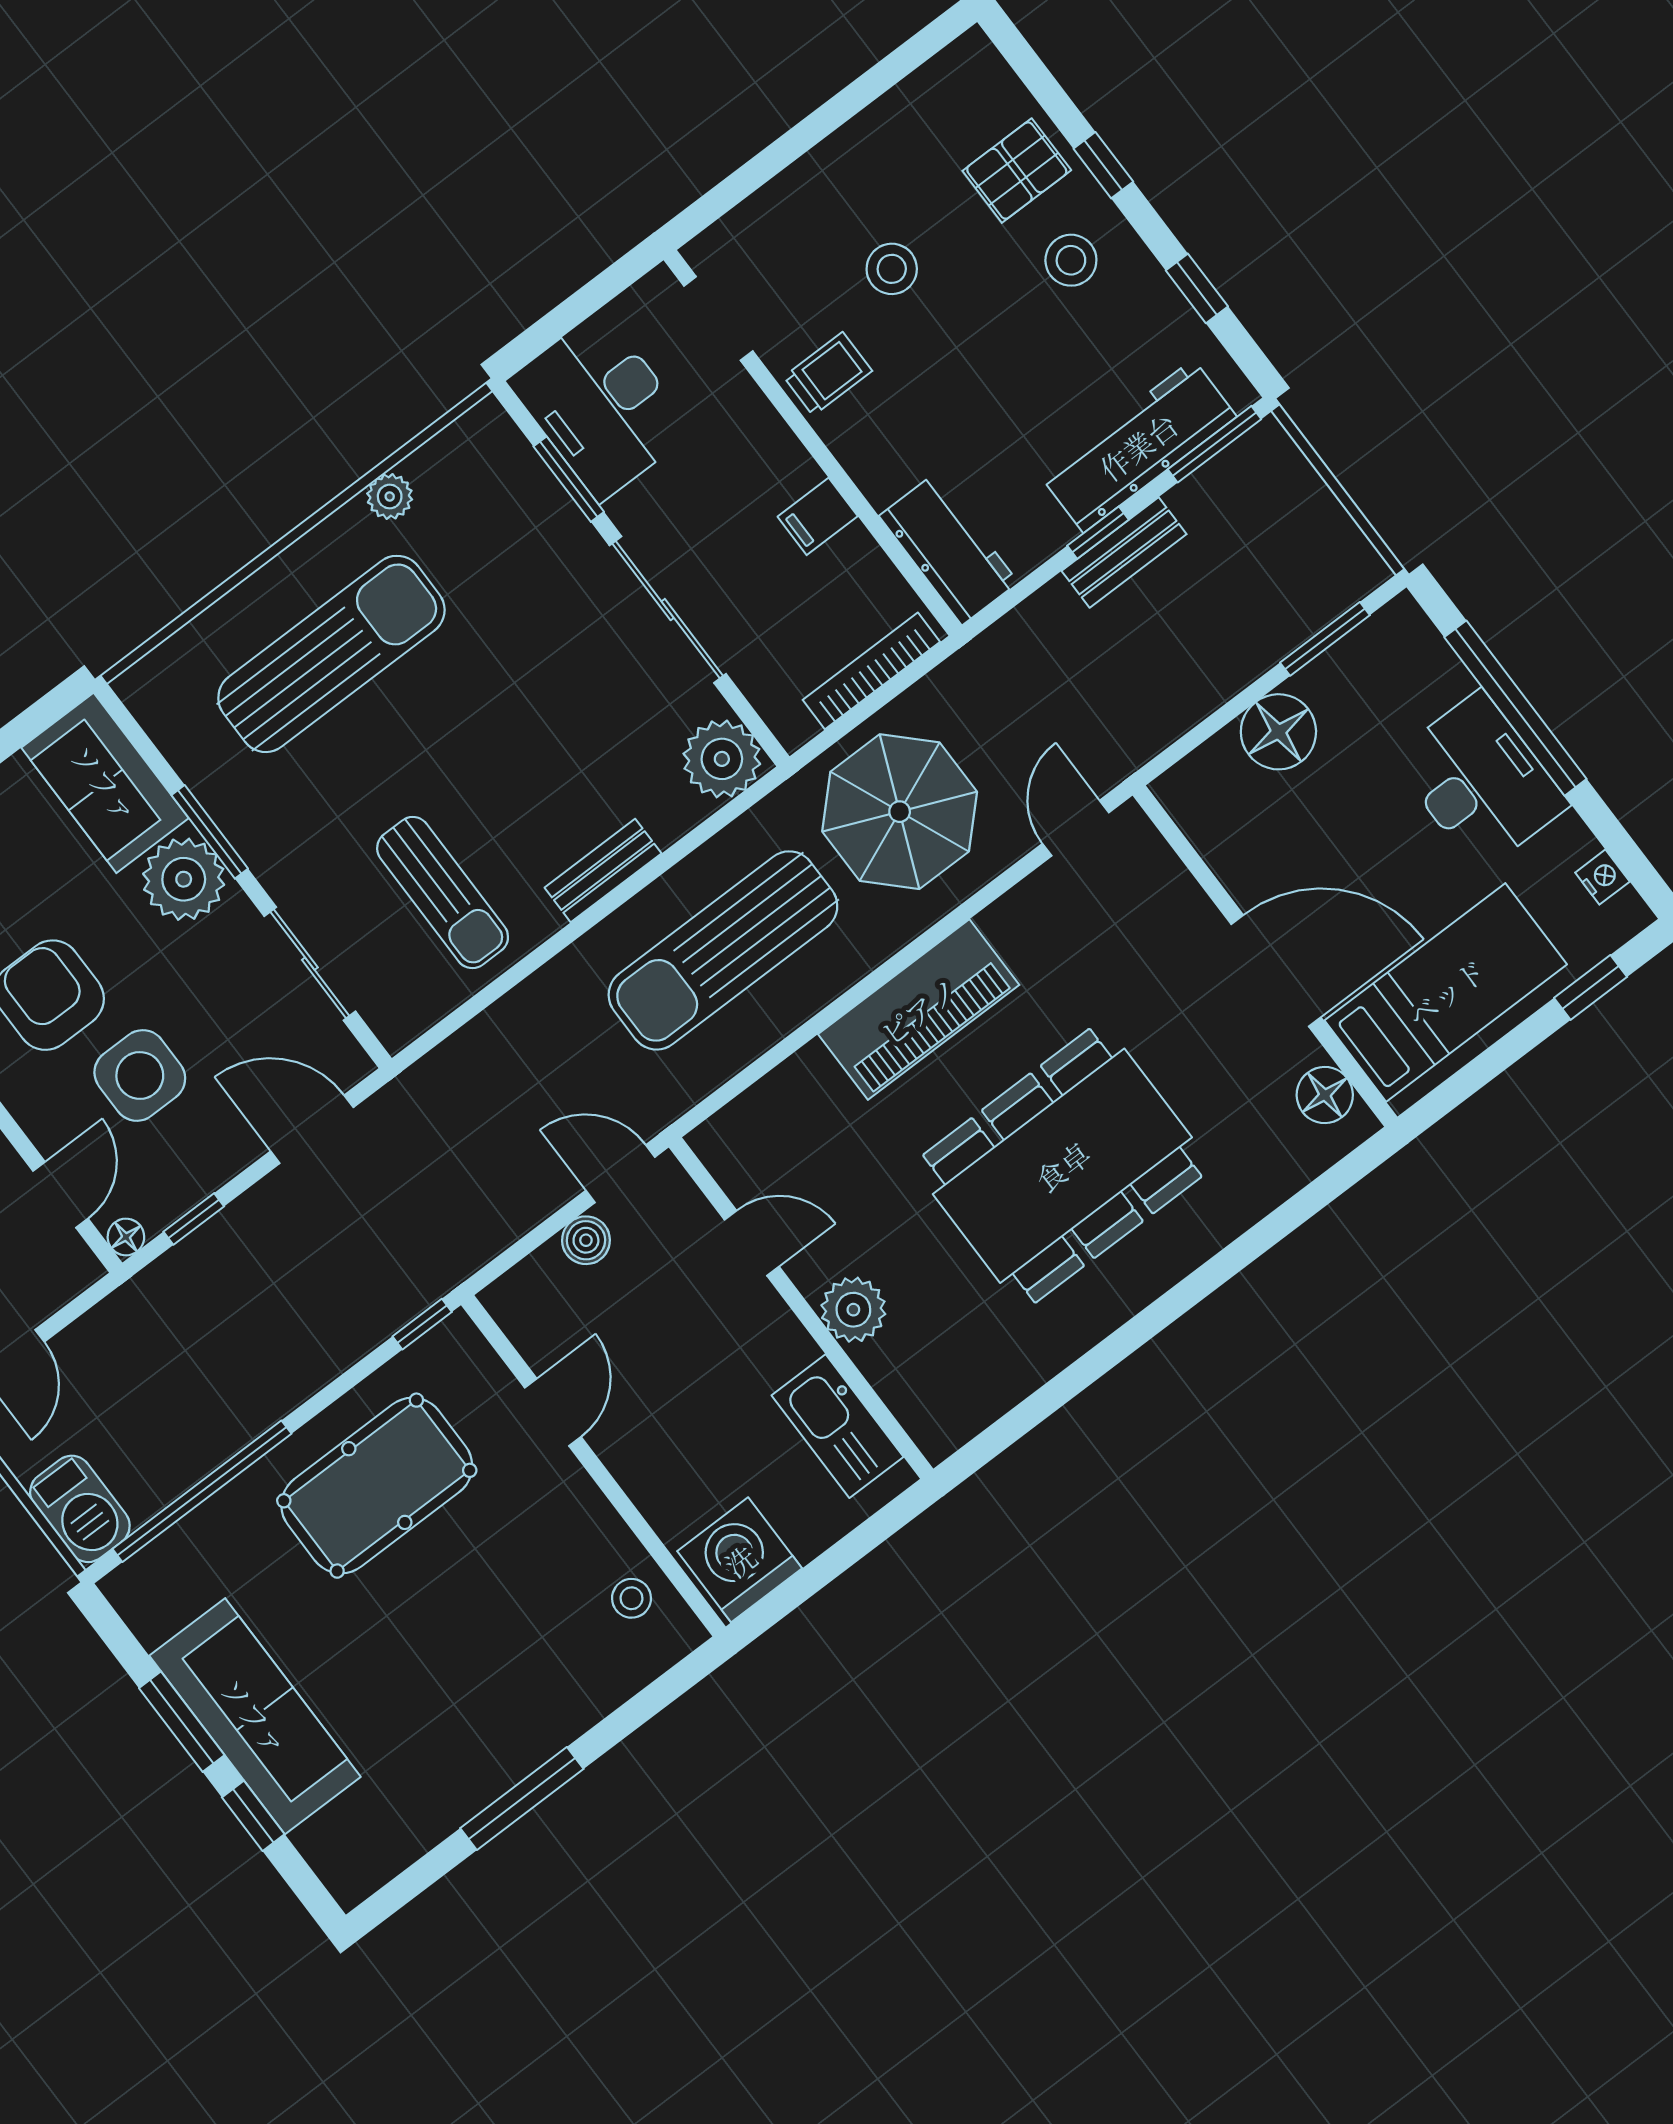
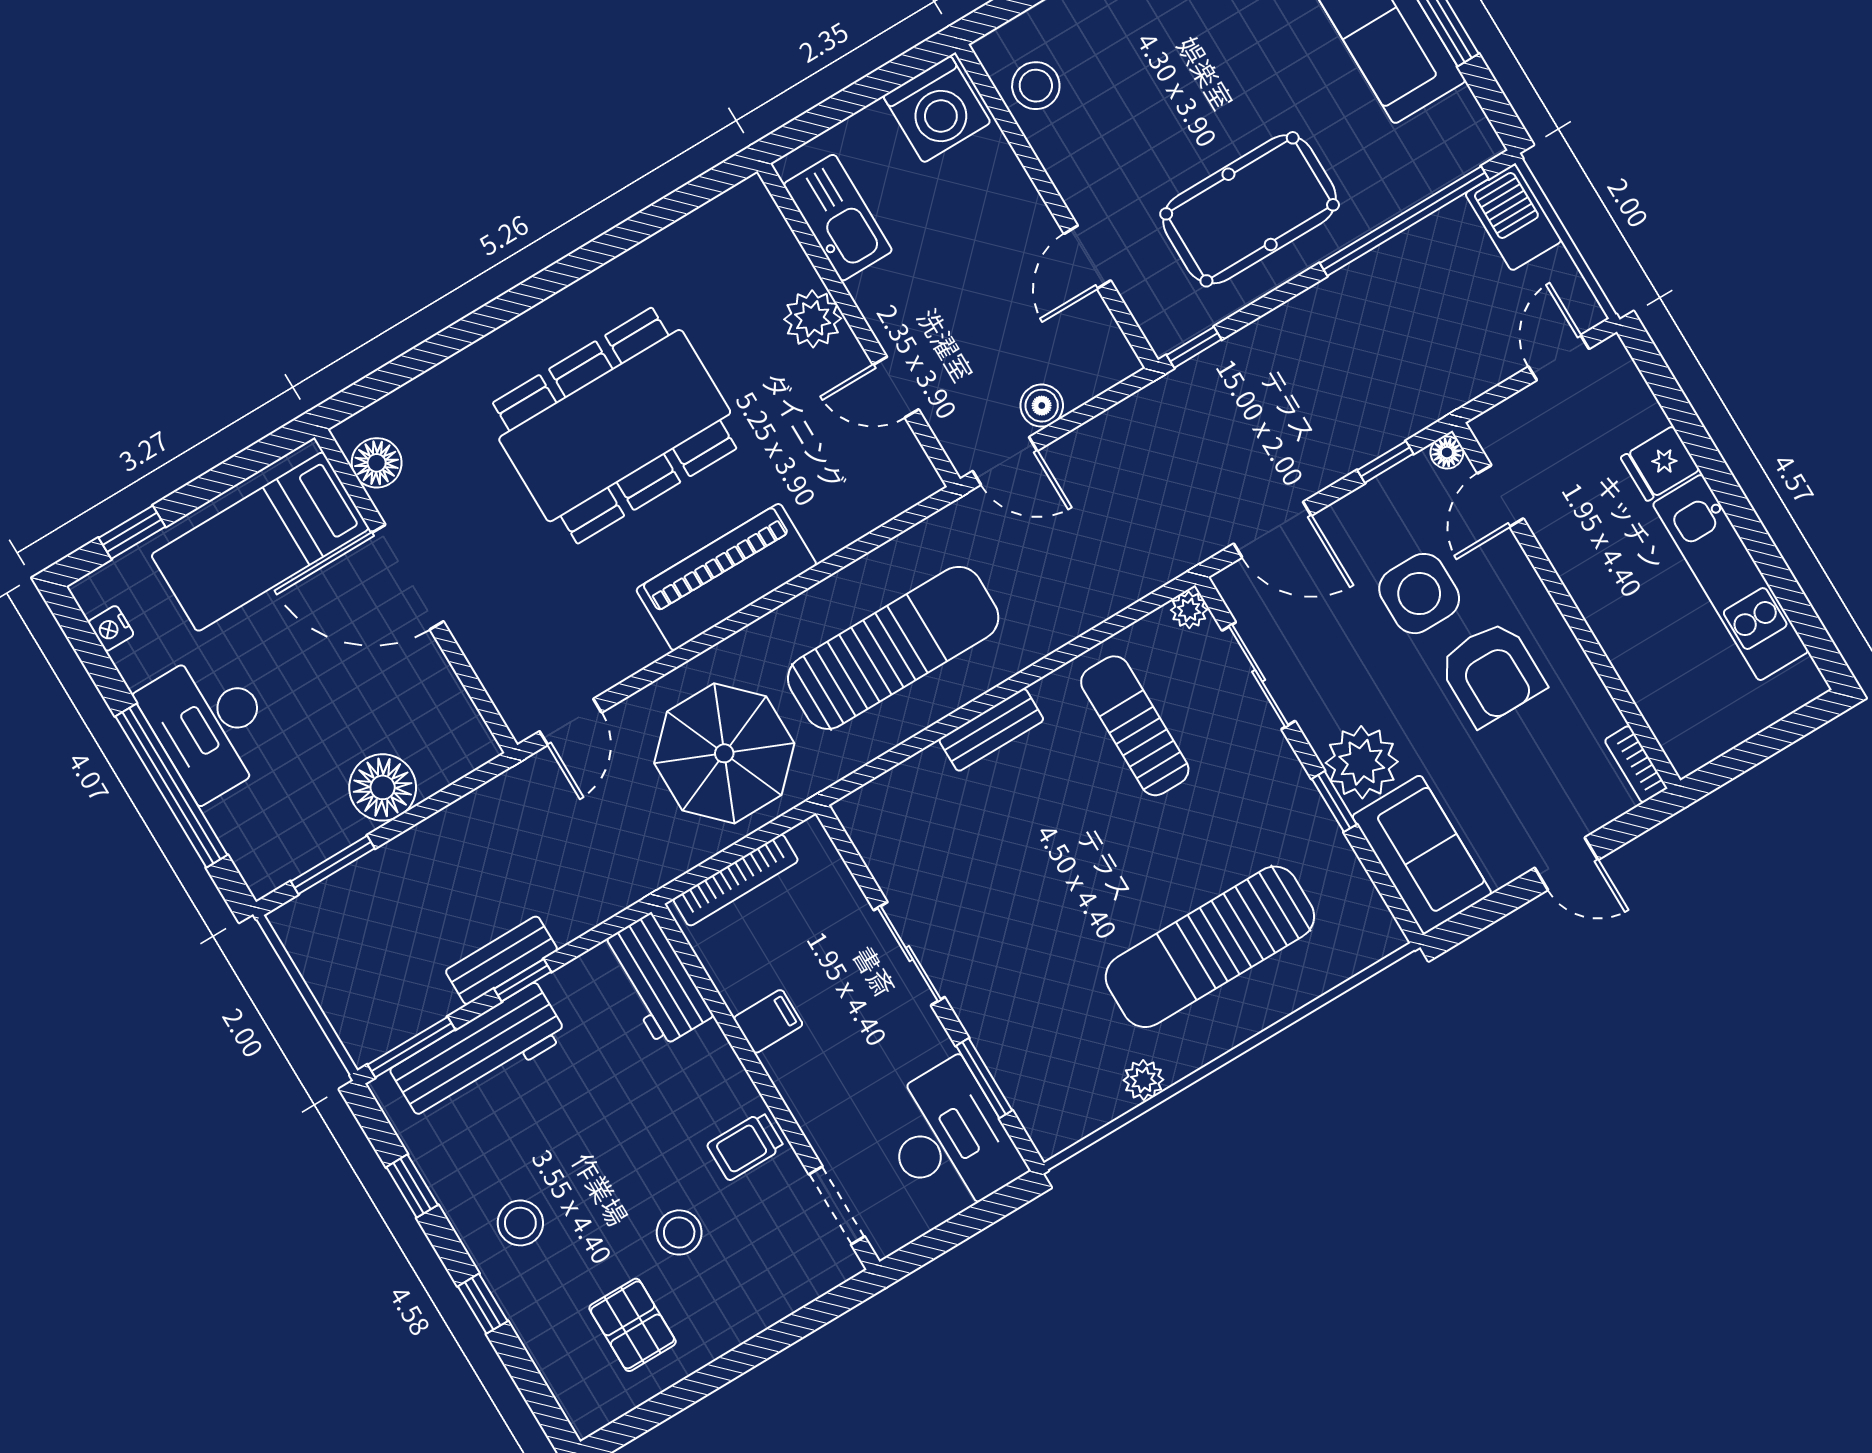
pallet: (1017, 171) -> (633, 1325), moved, turned 90
sliding door: (668, 610) -> (909, 954), width x0.73
plant: (722, 759) -> (1189, 610), moved, width x0.53, depth x0.53
window: (210, 832) -> (1334, 802), width x0.67
stool: (632, 1598) -> (1036, 86), width x1.37, depth x1.37

